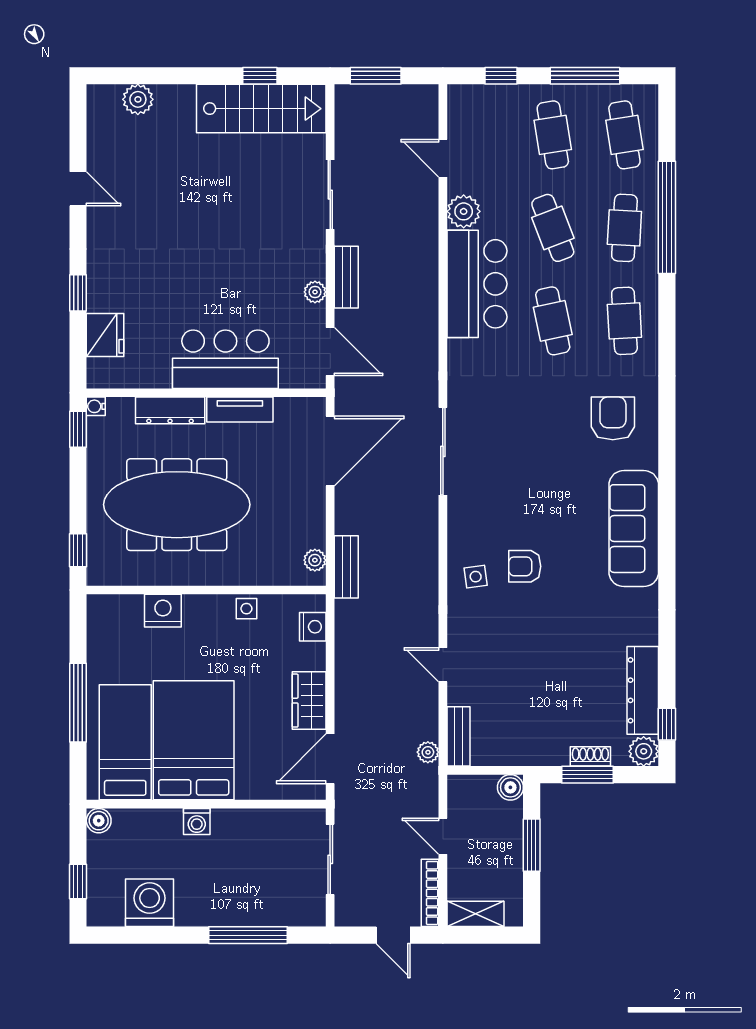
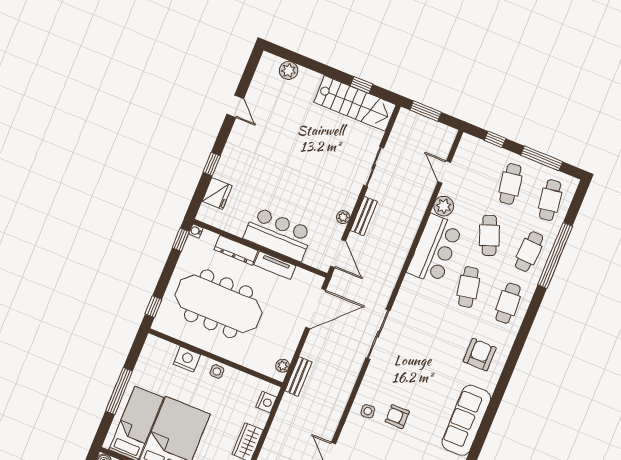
side table: (246, 609) -> (217, 371), moved

